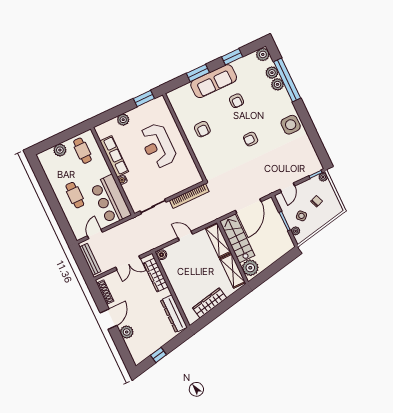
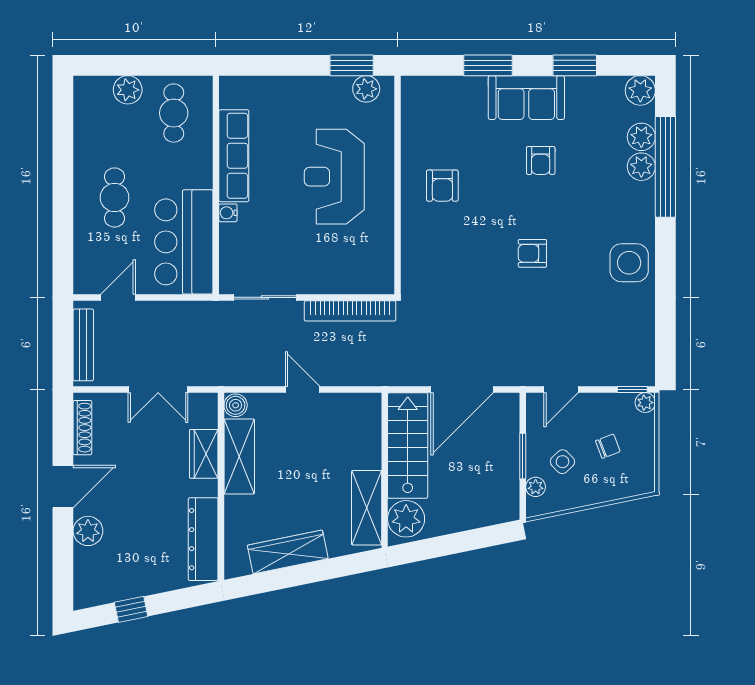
sofa: (214, 81) -> (526, 98), width x0.73
plant: (123, 120) -> (366, 89), moved
shelving: (218, 240) -> (239, 457), moved
wardrobe: (156, 275) -> (204, 454), width x0.67

